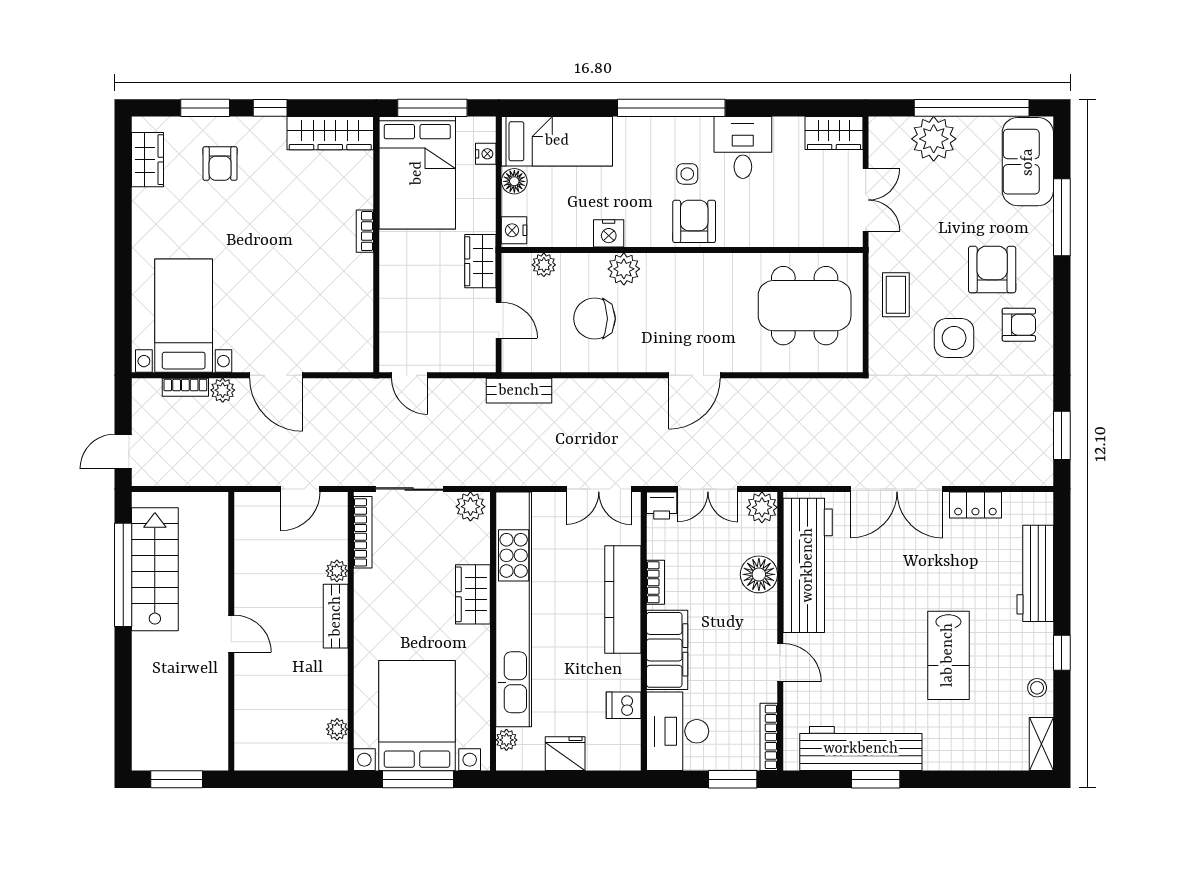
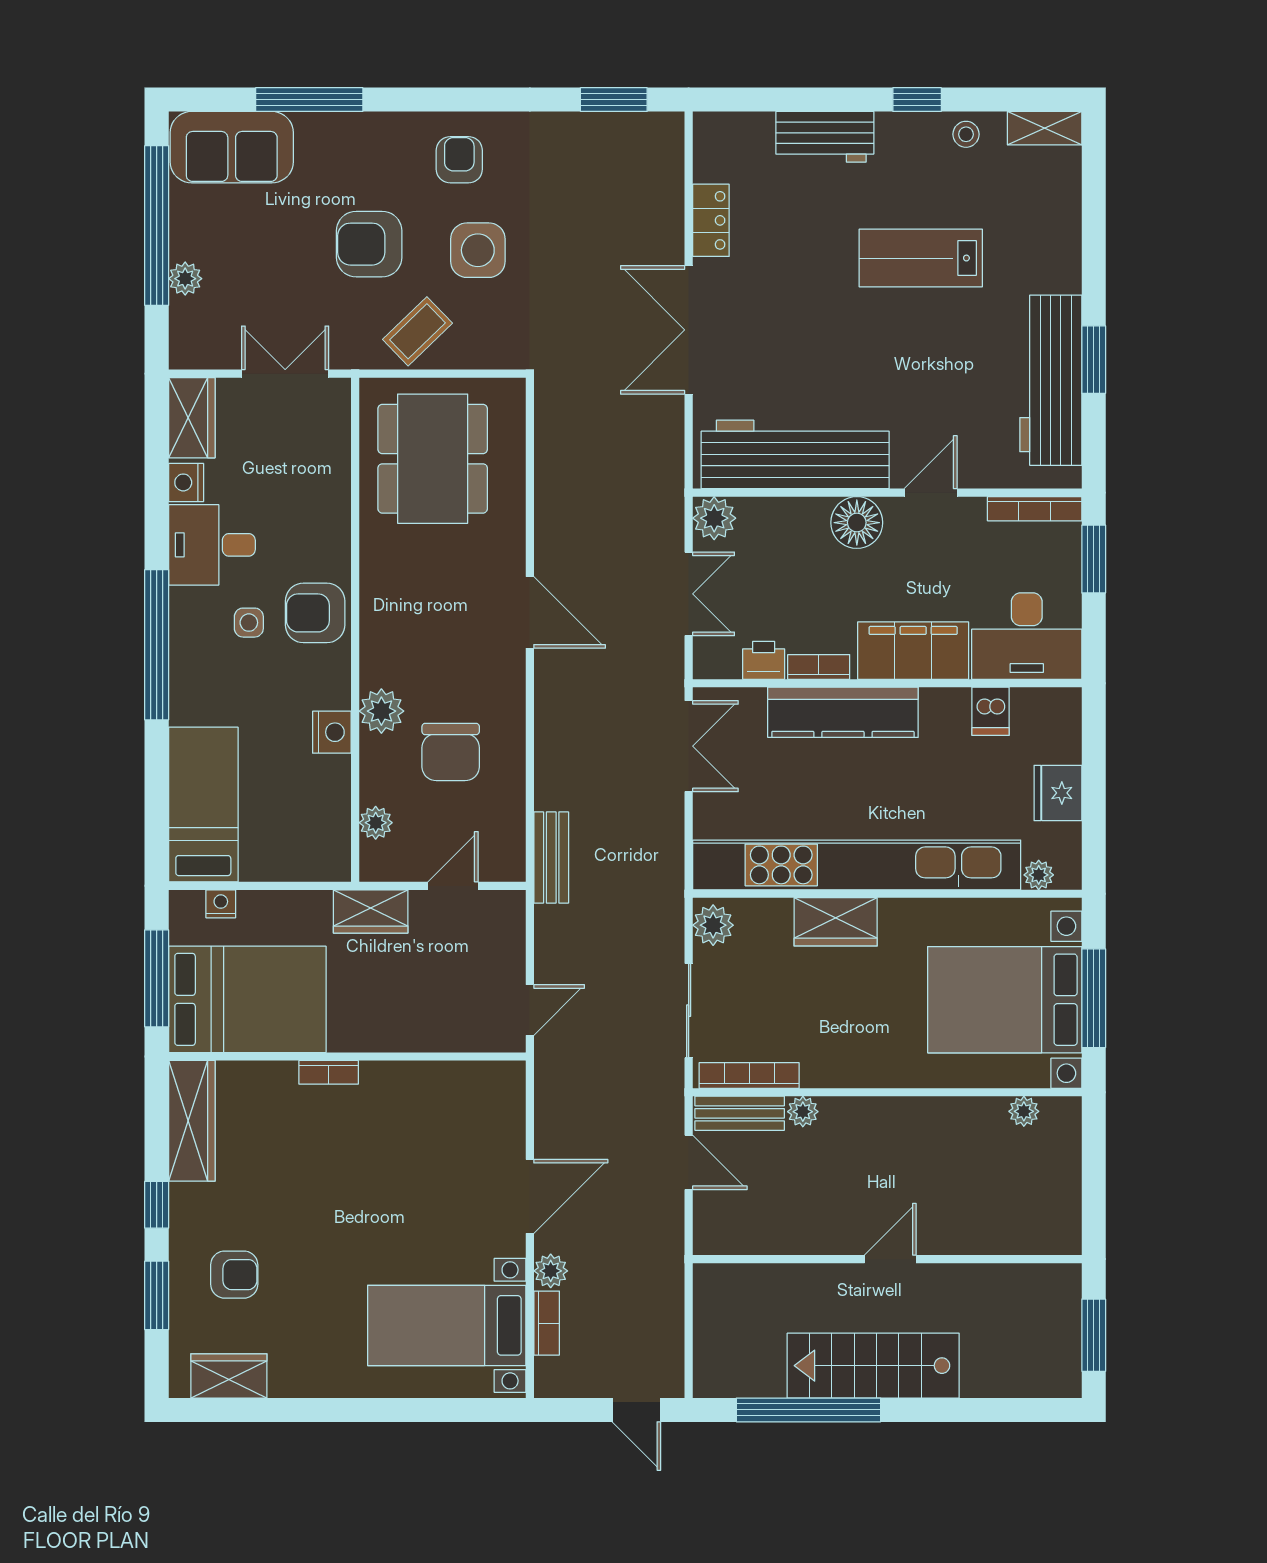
plant: (934, 139) -> (185, 279), width x0.53, depth x0.53
floor lamp: (514, 181) -> (259, 864), removed
nightstand: (514, 230) -> (186, 482), moved, turned 90
armchair: (992, 270) -> (369, 244), moved
coffee table: (896, 295) -> (417, 331), turned -44
double door: (897, 489) -> (689, 330), swing flipped
printer: (662, 506) -> (764, 660), moved, turned -90
stairs: (155, 569) -> (873, 1366), moved
workbench: (1035, 573) -> (825, 137), width x0.73
floor lamp: (759, 574) -> (857, 523), moved
bench: (336, 616) -> (740, 1113), moved
lab bench: (948, 655) -> (921, 258), turned 180

